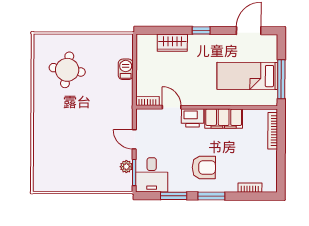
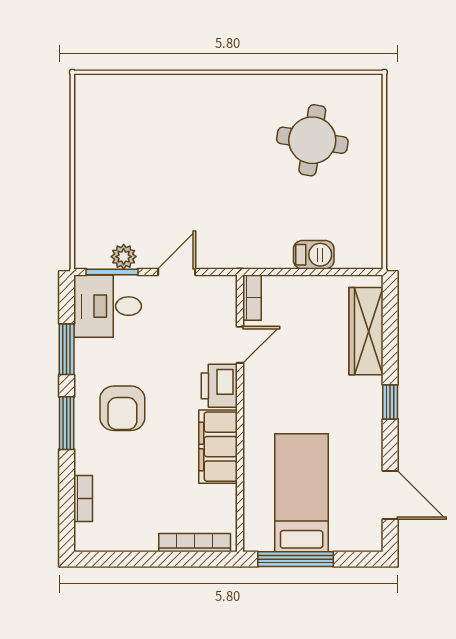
wardrobe: (172, 43) -> (366, 331), width x1.50

